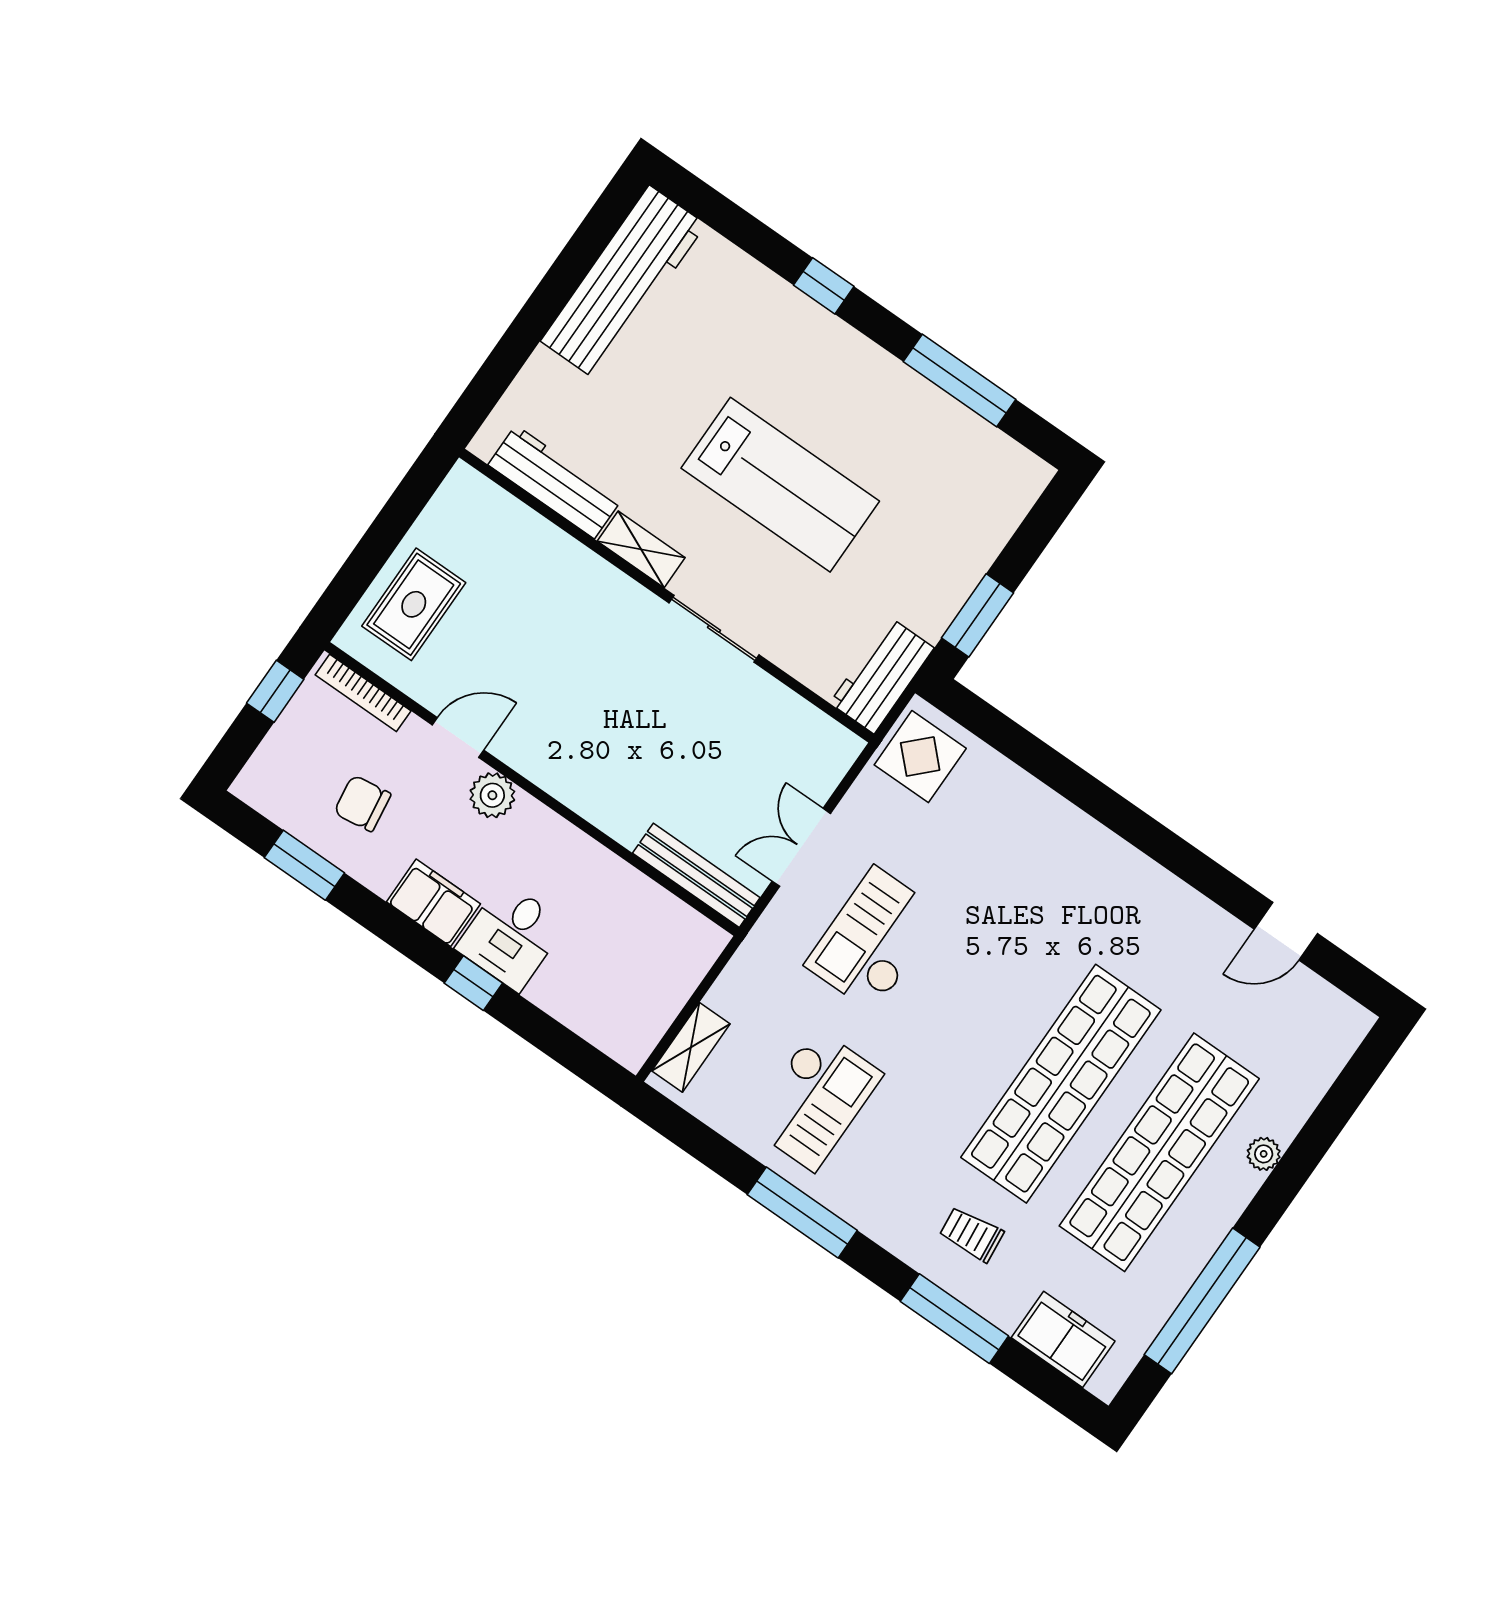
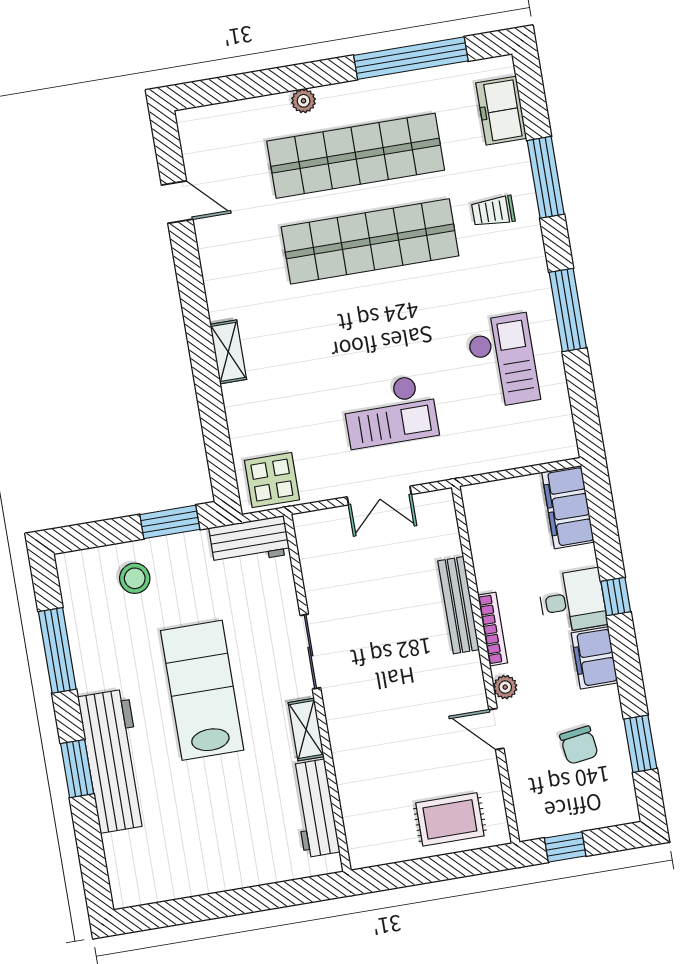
workbench: (623, 283) -> (114, 761), moved, turned 90
window: (824, 286) -> (77, 769), width x1.50
stool: (956, 526) -> (135, 578), added
bookcase: (363, 693) -> (493, 629), moved
plant: (492, 795) -> (505, 687), width x0.73, depth x0.73
bench: (696, 875) -> (459, 605), moved
filing cabinet: (608, 1022) -> (568, 507), added
shelving: (691, 1047) -> (228, 352), moved, turned 90
checkout: (815, 1099) -> (503, 361), turned 90
trolley: (971, 1234) -> (493, 211), turned 96

